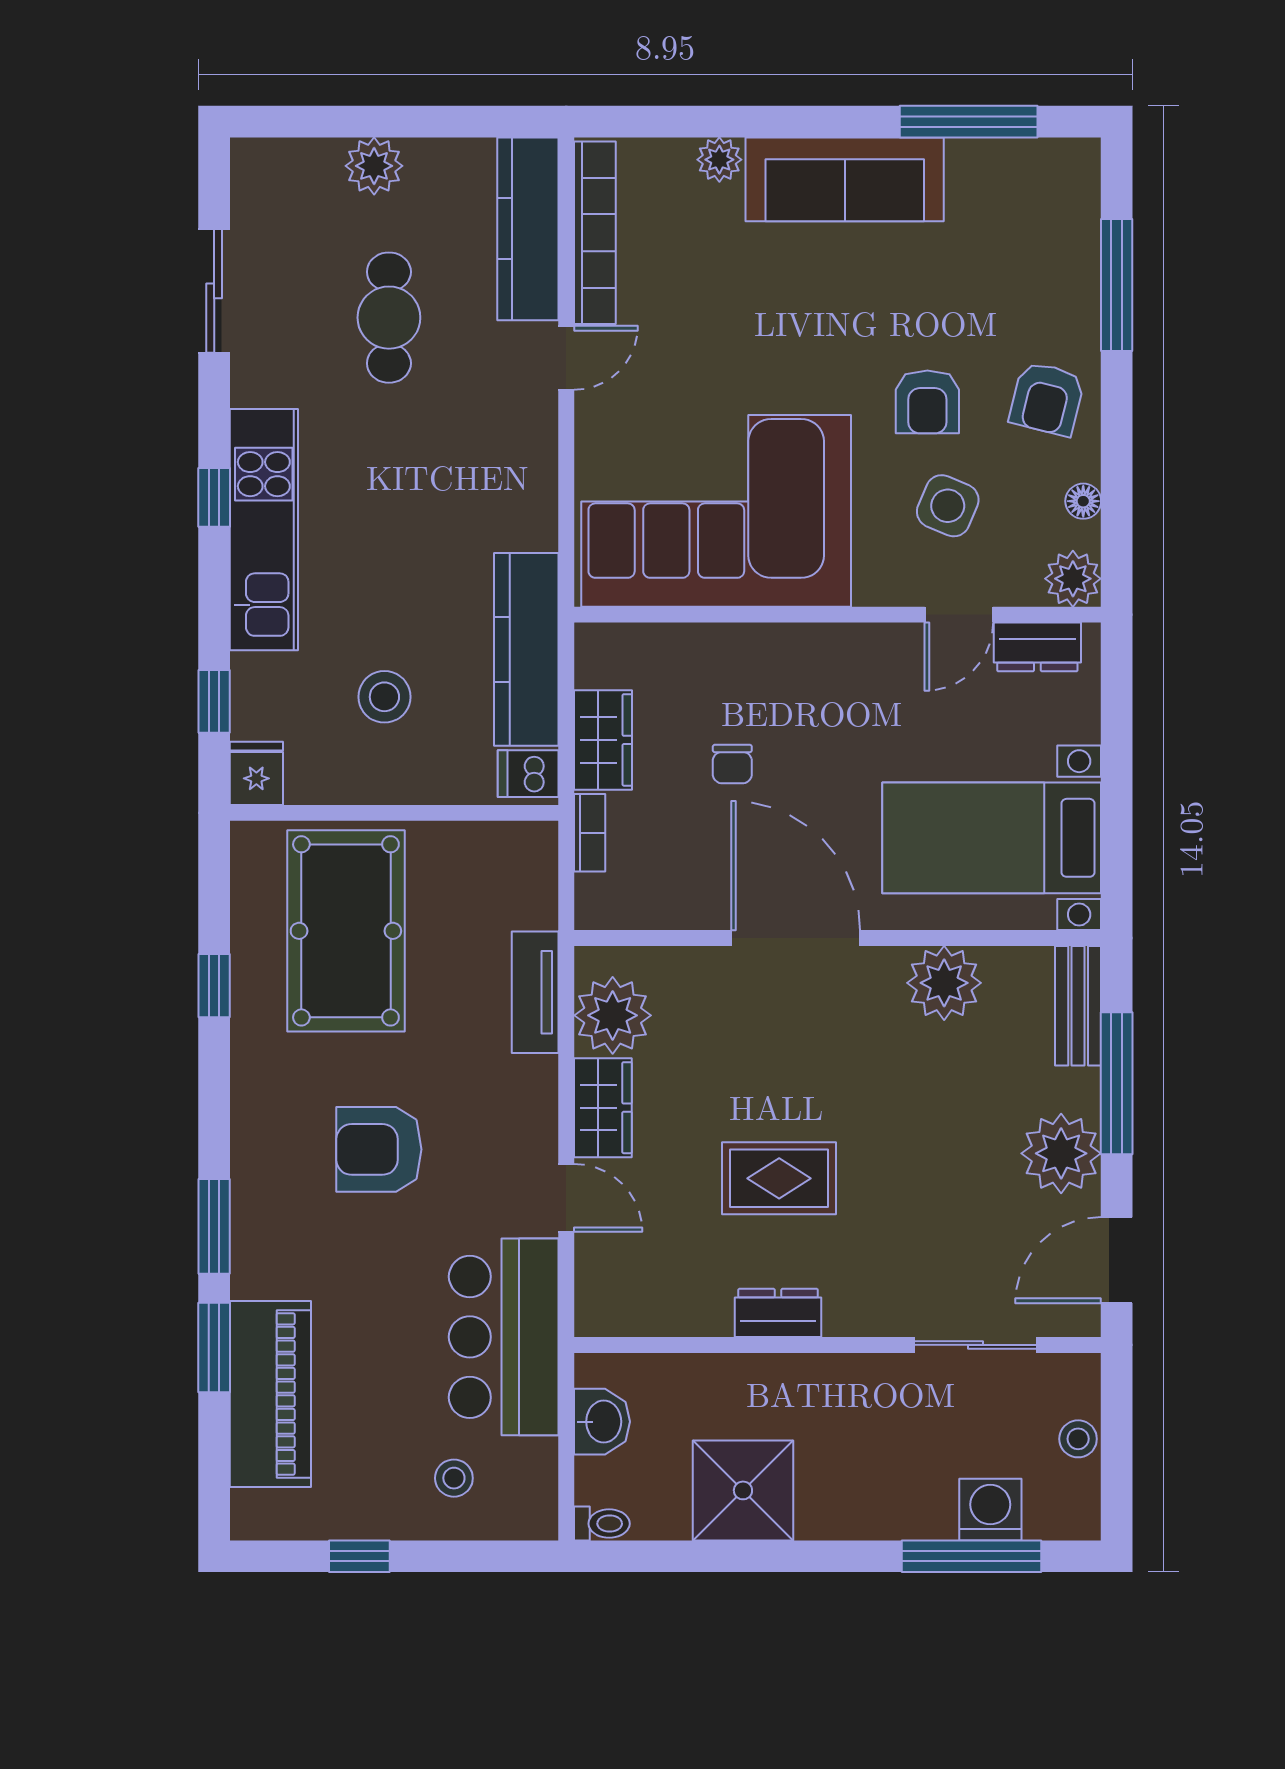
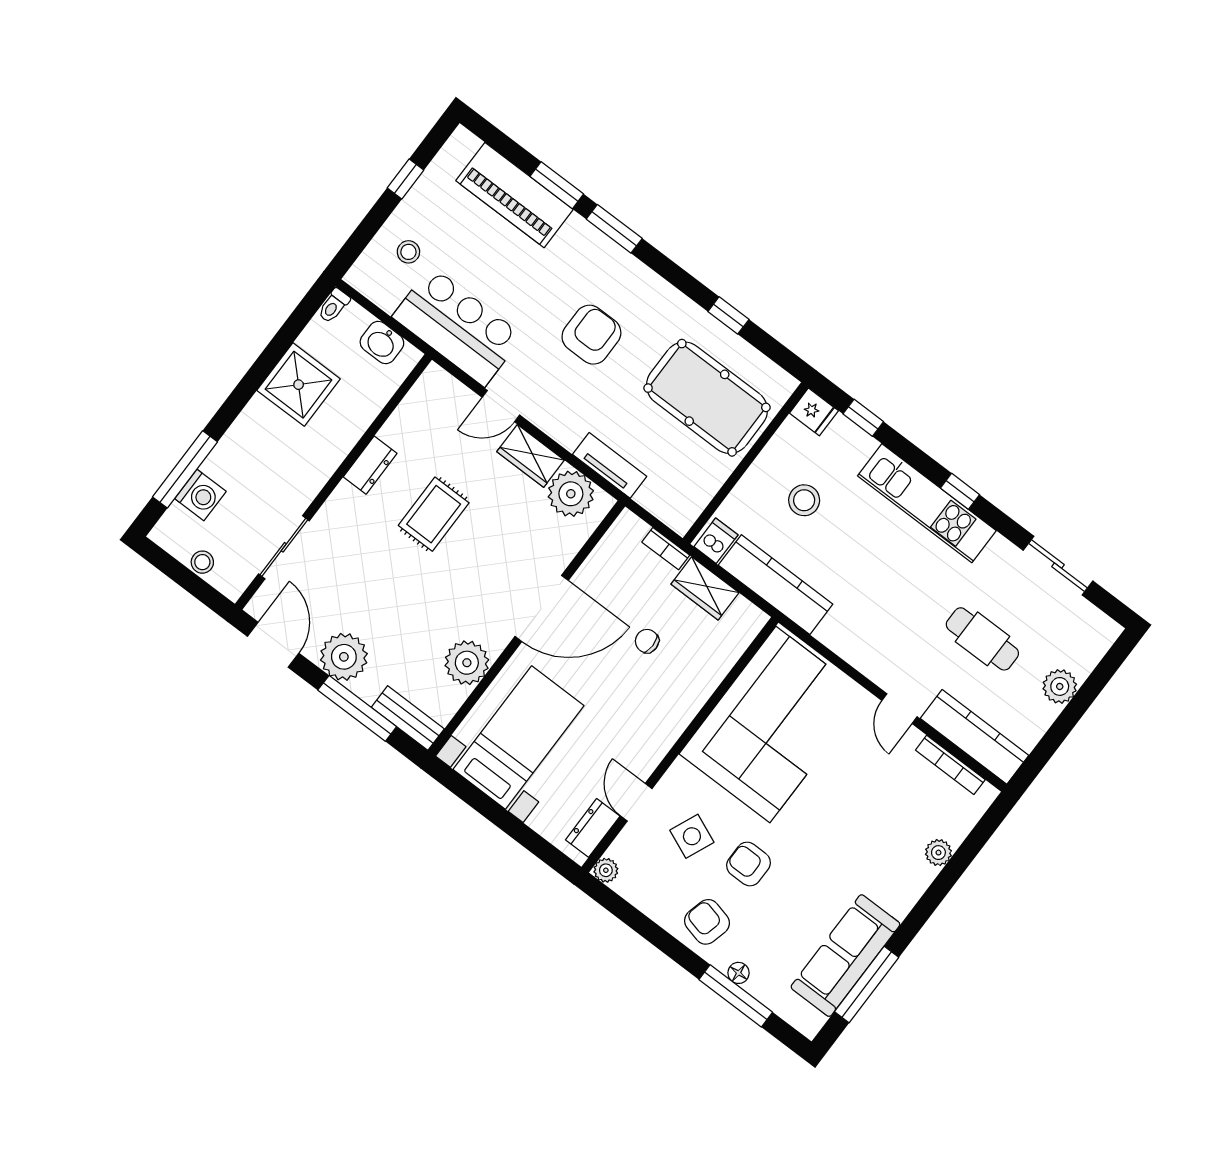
sofa: (845, 179) -> (845, 956), moved
bookcase: (595, 233) -> (950, 765), width x0.68, depth x0.76
floor lamp: (1083, 501) -> (738, 973), moved
plant: (1073, 579) -> (606, 870), width x0.73, depth x0.73

